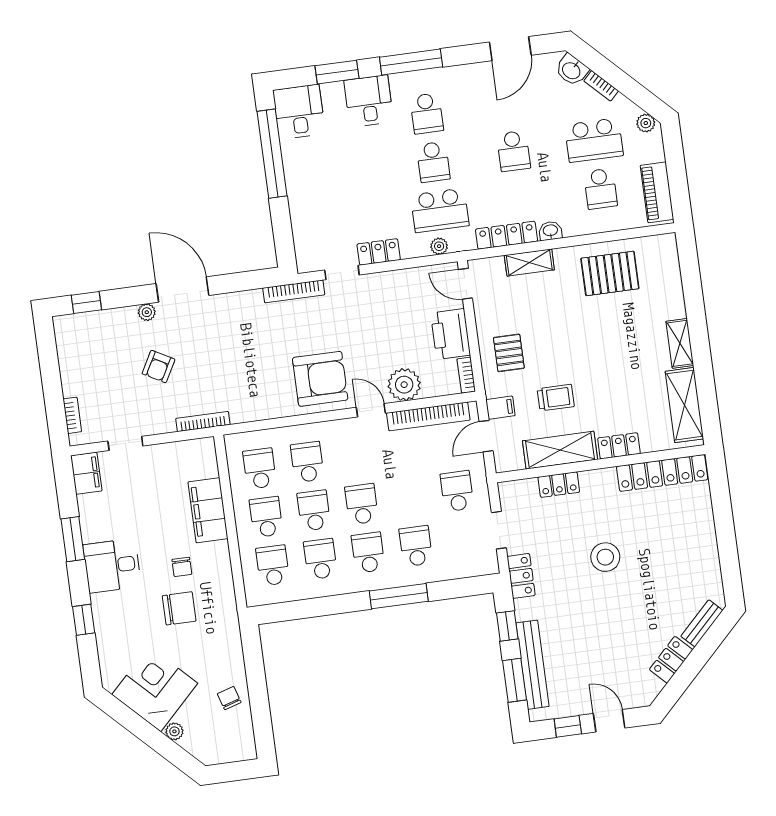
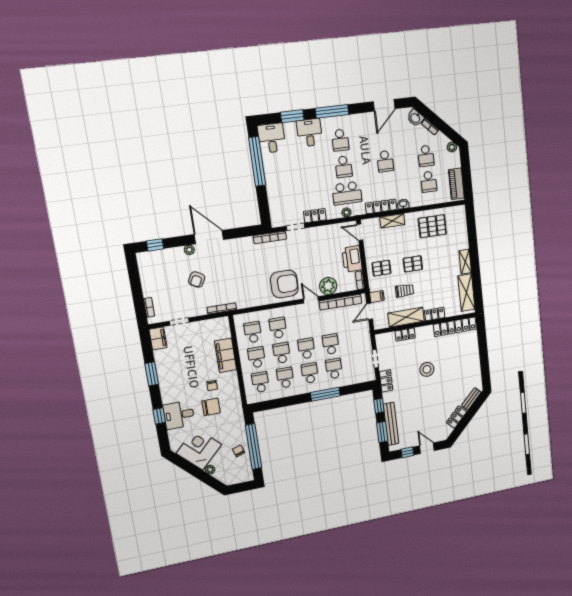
school desk: (594, 140) -> (426, 156), width x0.54
pallet: (572, 346) -> (413, 264), added
pallet: (509, 353) -> (381, 268), turned 90
school desk: (457, 491) -> (331, 344), moved
desk: (112, 566) -> (179, 415), moved
window: (258, 692) -> (254, 447), added

